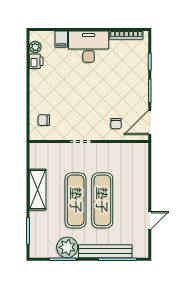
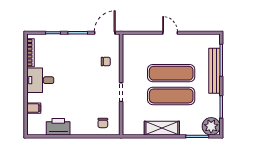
plant: (35, 47) -> (40, 130), removed
desk: (89, 47) -> (40, 80), width x0.73
printer: (36, 61) -> (58, 127), width x1.87, depth x1.48
door: (150, 122) -> (105, 33), swing flipped
door: (150, 220) -> (170, 33), moved
plant: (67, 247) -> (211, 126), moved

